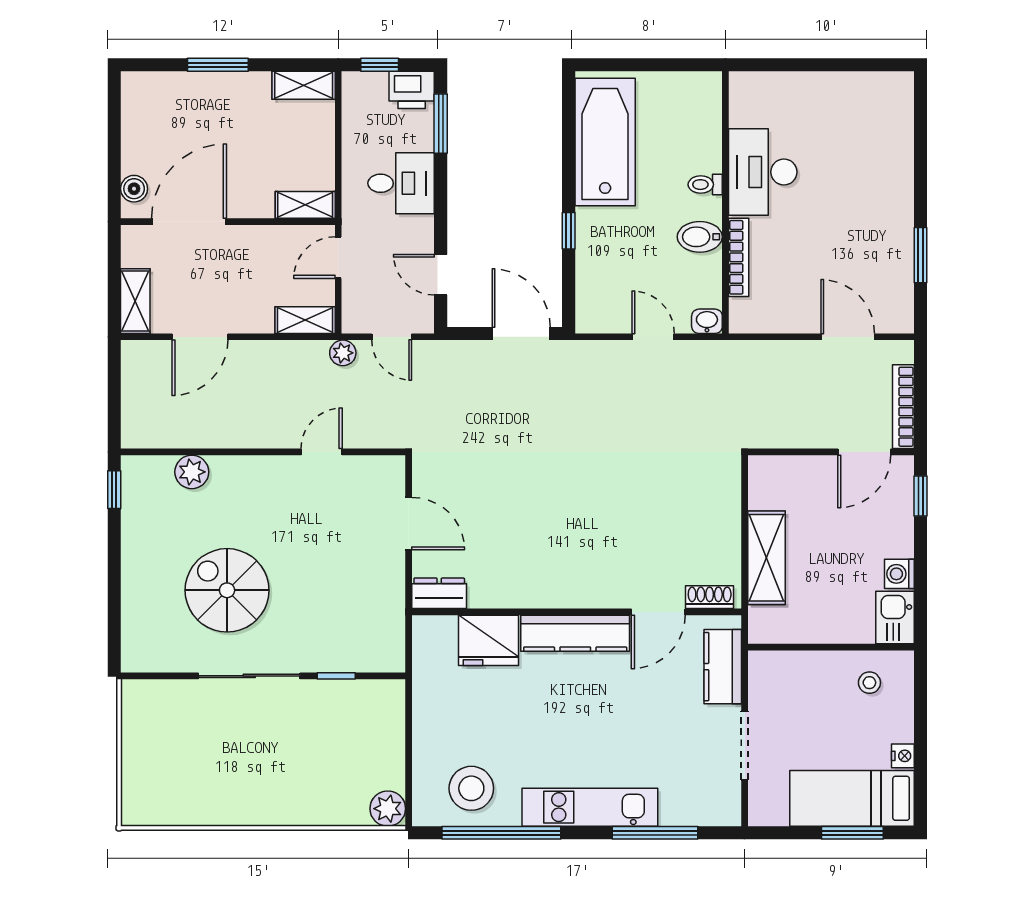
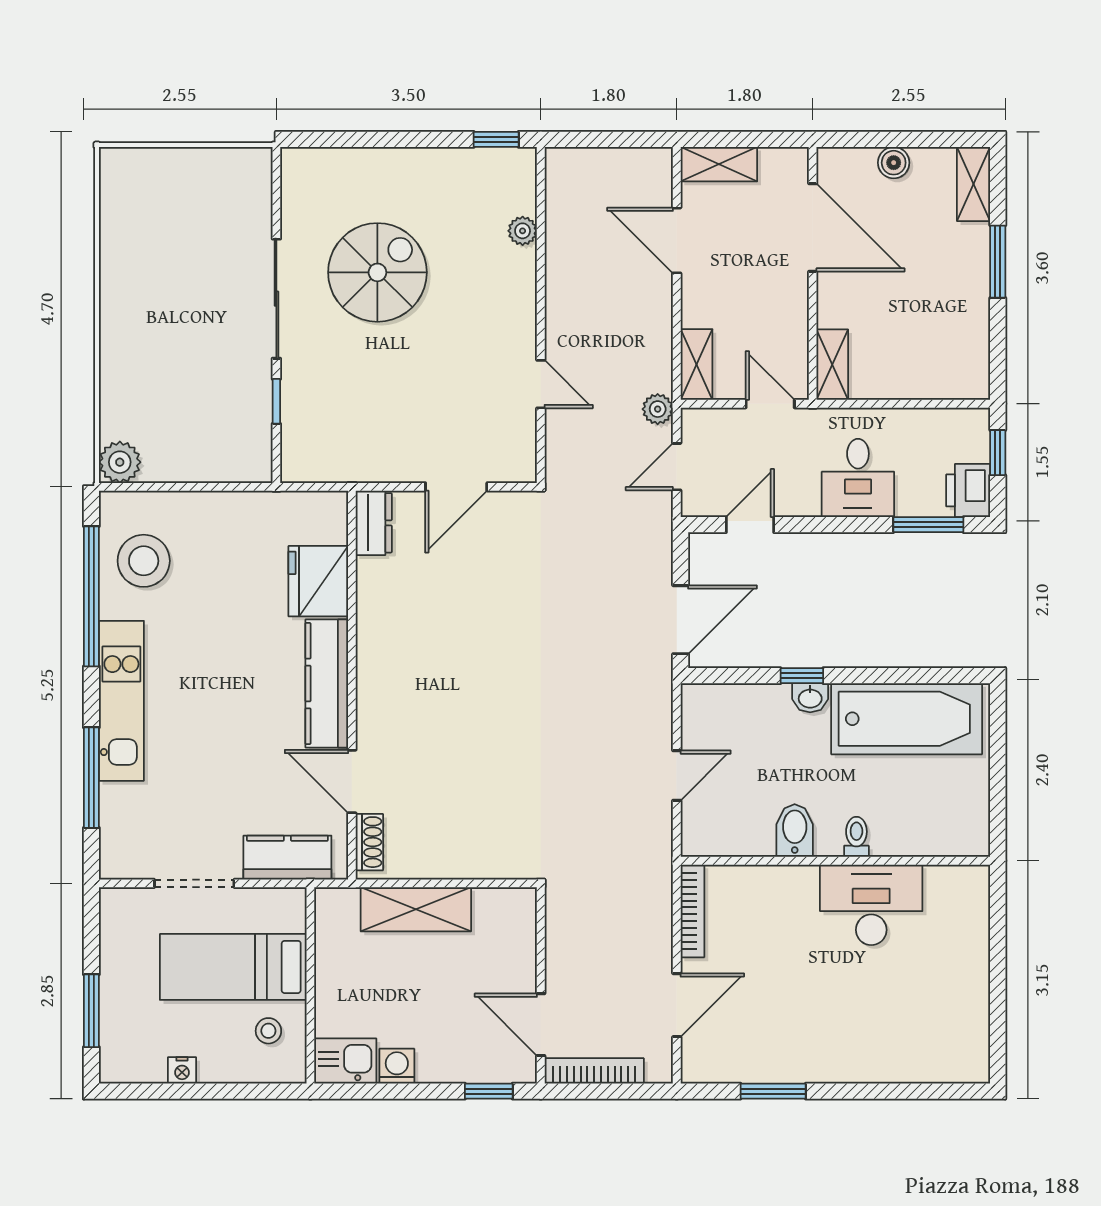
shelving: (304, 85) -> (974, 184), moved
boiler: (134, 189) -> (894, 163), moved
bookcase: (739, 257) -> (692, 911), moved, turned -90
washbasin: (707, 321) -> (810, 698), moved, turned 90
plant: (192, 472) -> (523, 231), width x0.73, depth x0.73
bed: (852, 798) -> (233, 967), moved, turned -90

